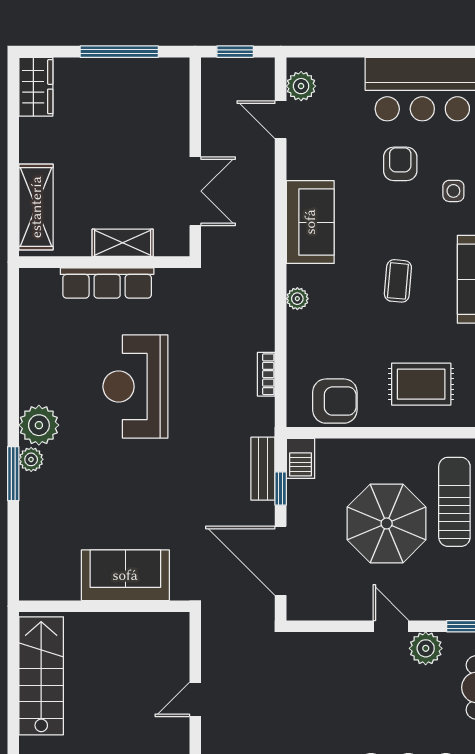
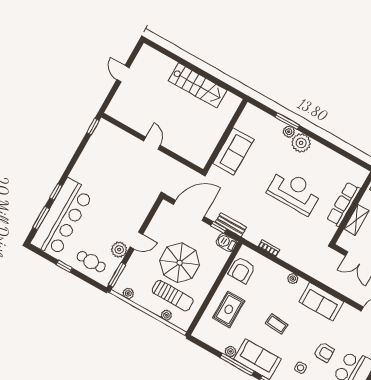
sofa: (125, 575) -> (233, 151), moved
wall: (104, 606) -> (225, 135), moved

